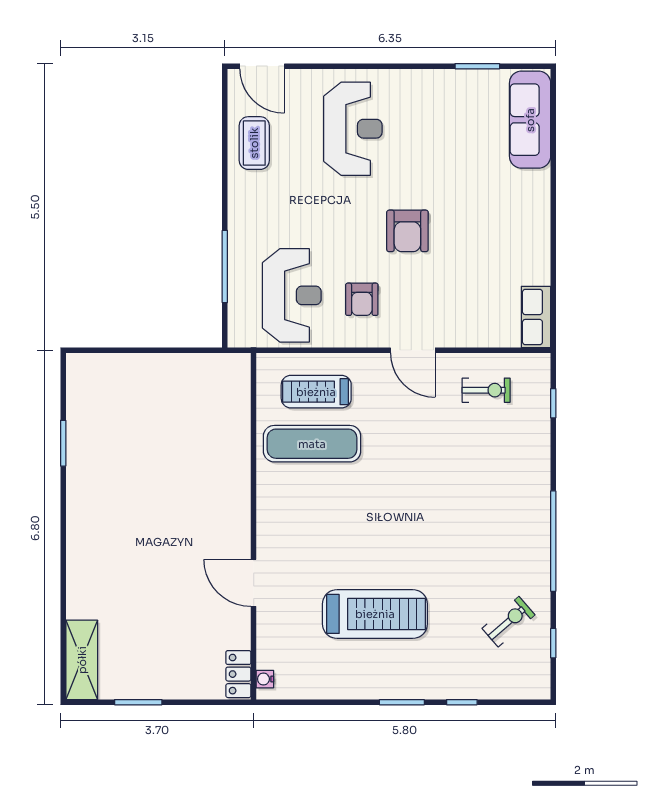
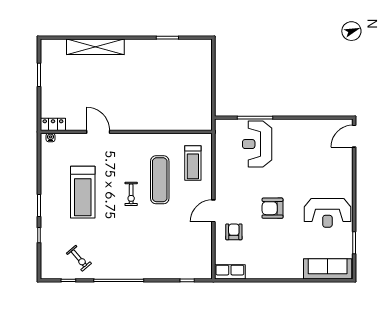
reception desk: (353, 129) -> (327, 213), moved
coffee table: (254, 143) -> (316, 132), removed
reception desk: (292, 295) -> (257, 144), moved, turned 90
armchair: (362, 299) -> (234, 232), moved, turned 90
exercise bike: (486, 390) -> (131, 194), moved
treadmill: (316, 392) -> (193, 163), turned 180
exercise mat: (312, 444) -> (160, 180), moved
door: (254, 583) -> (98, 132), hinge flipped
shelving: (82, 660) -> (95, 47), moved, width x1.47

